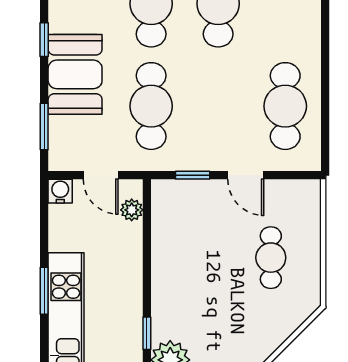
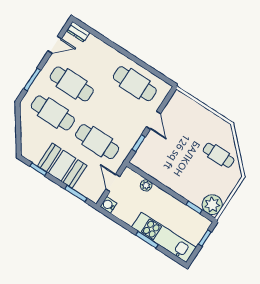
door: (101, 175) -> (113, 183), swing flipped
door: (246, 175) -> (154, 120), hinge flipped
plant: (132, 210) -> (146, 185), moved
cafe table: (271, 258) -> (219, 155), moved

